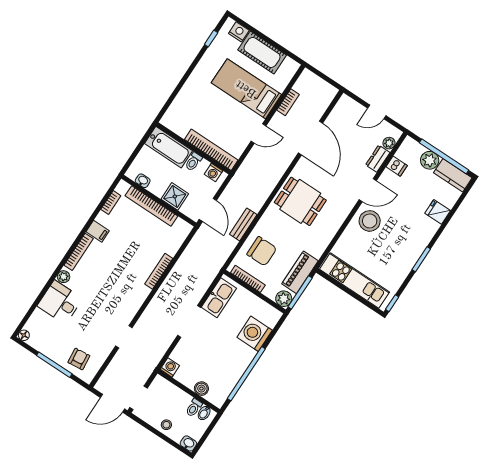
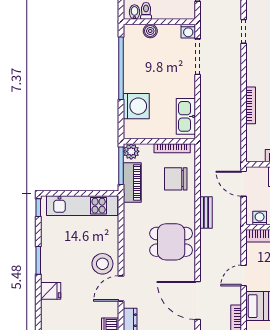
fridge: (438, 212) -> (51, 291), moved
bench: (243, 224) -> (206, 212), moved
doorway: (189, 321) -> (198, 57), moved

